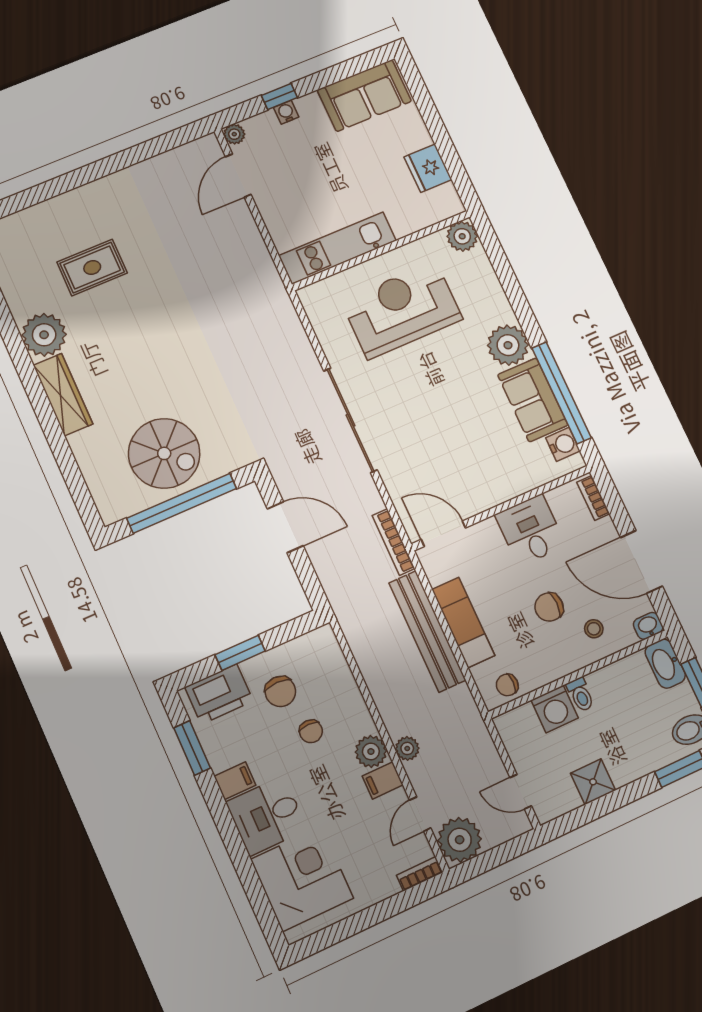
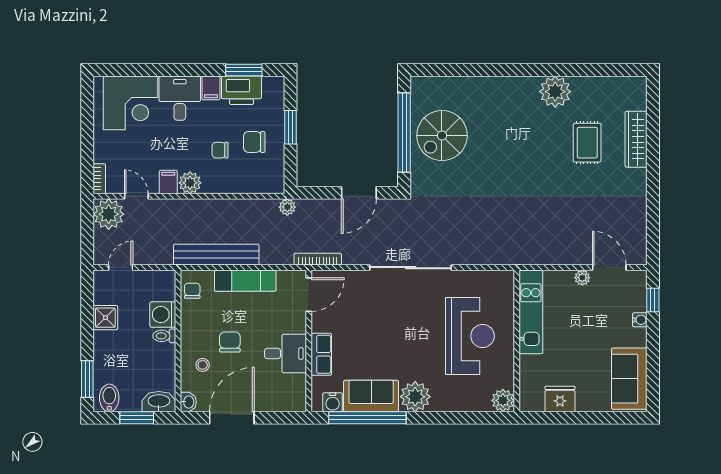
window: (279, 96) -> (653, 300), moved
plant: (234, 134) -> (582, 278), moved
wardrobe: (63, 395) -> (636, 139), moved, turned 90
row of seats: (510, 485) -> (321, 354), added
bookcase: (593, 498) -> (288, 406), removed
bench: (427, 631) -> (216, 255), moved
printer: (219, 694) -> (241, 90), moved, turned -90
plant: (407, 748) -> (287, 207), moved

